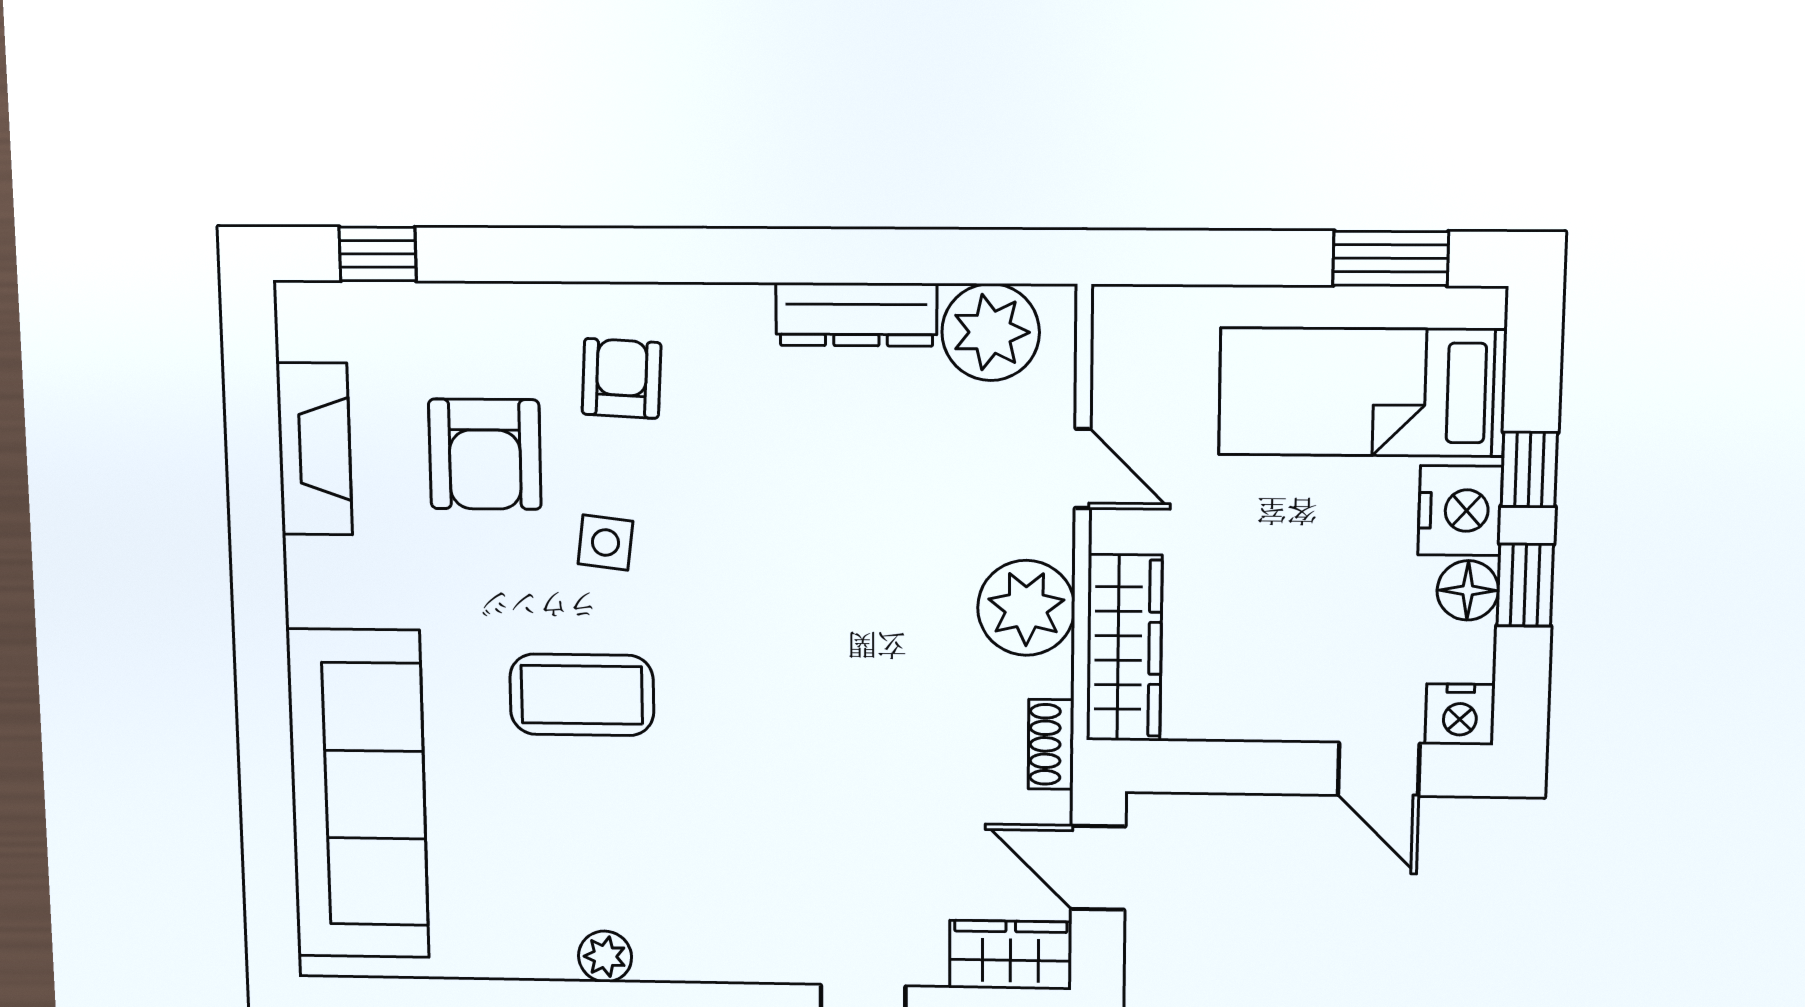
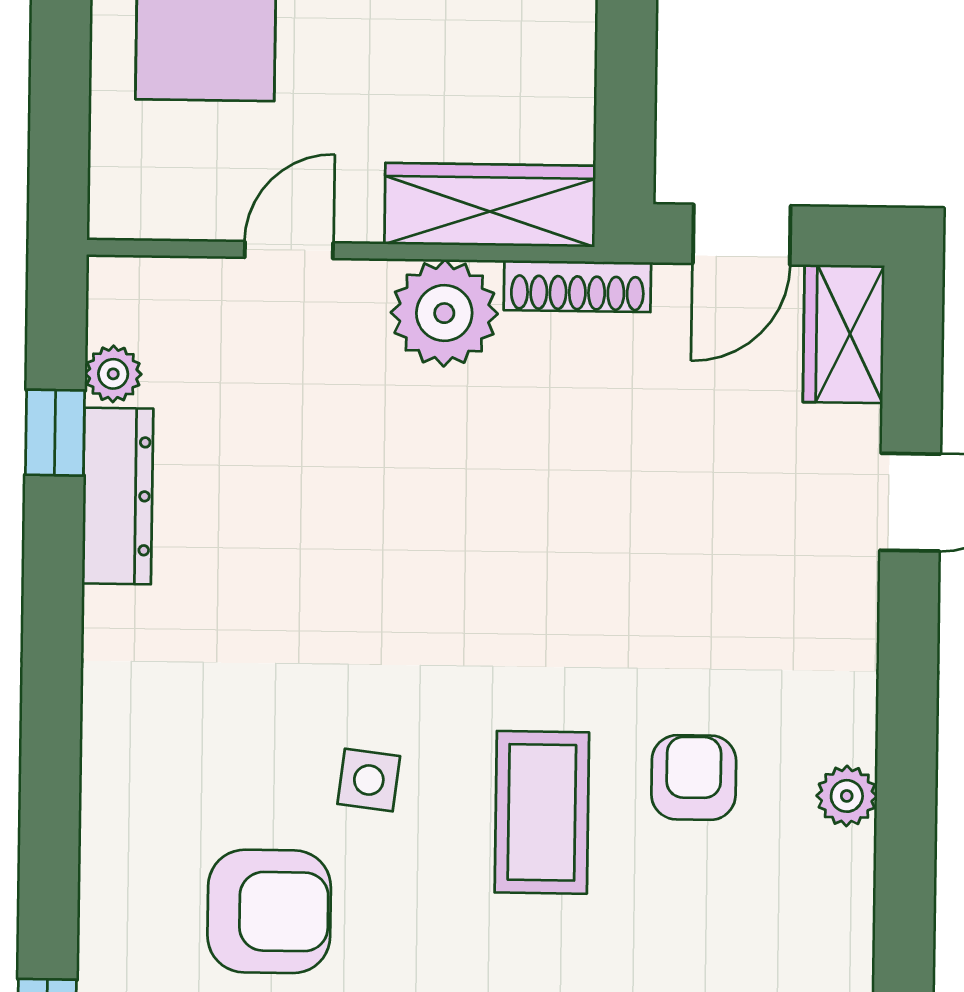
window: (913, 256) -> (55, 433), added
plant: (991, 332) -> (113, 374), width x0.53, depth x0.53
armchair: (622, 378) -> (694, 778), moved, turned 87
shoe rack: (1051, 744) -> (577, 286), width x1.43

